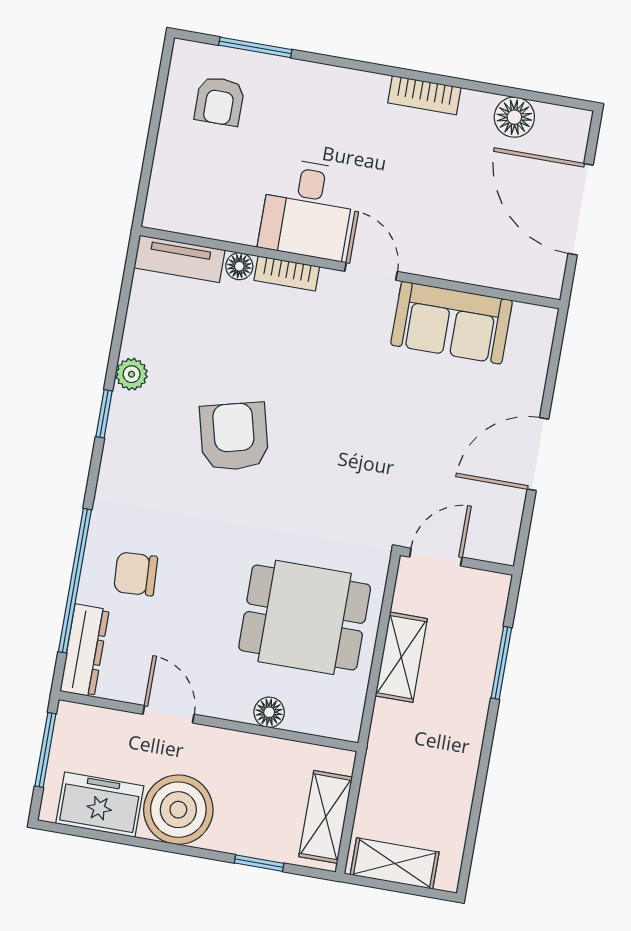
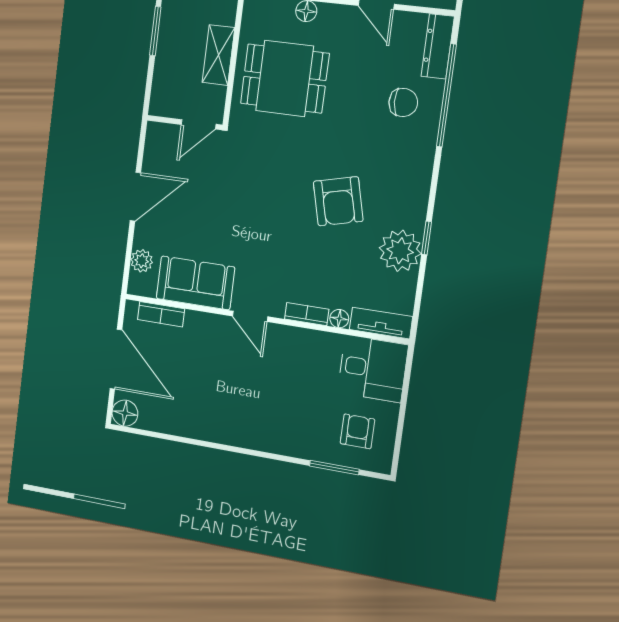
bookcase: (424, 95) -> (161, 314), moved, turned 180
floor lamp: (514, 117) -> (125, 413), moved
desk: (307, 209) -> (373, 369), moved, turned 90
plant: (533, 358) -> (142, 261), added
plant: (132, 374) -> (400, 251), width x1.87, depth x1.87
window: (104, 414) -> (427, 238), moved
window: (501, 663) -> (155, 31), moved

